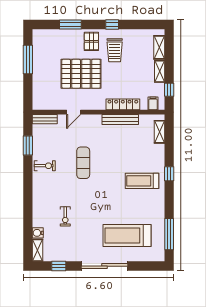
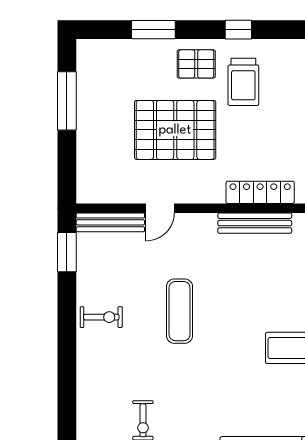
pallet: (91, 41) -> (196, 64), turned 90
bench: (45, 119) -> (110, 222), width x1.36
window: (28, 145) -> (67, 252), moved

